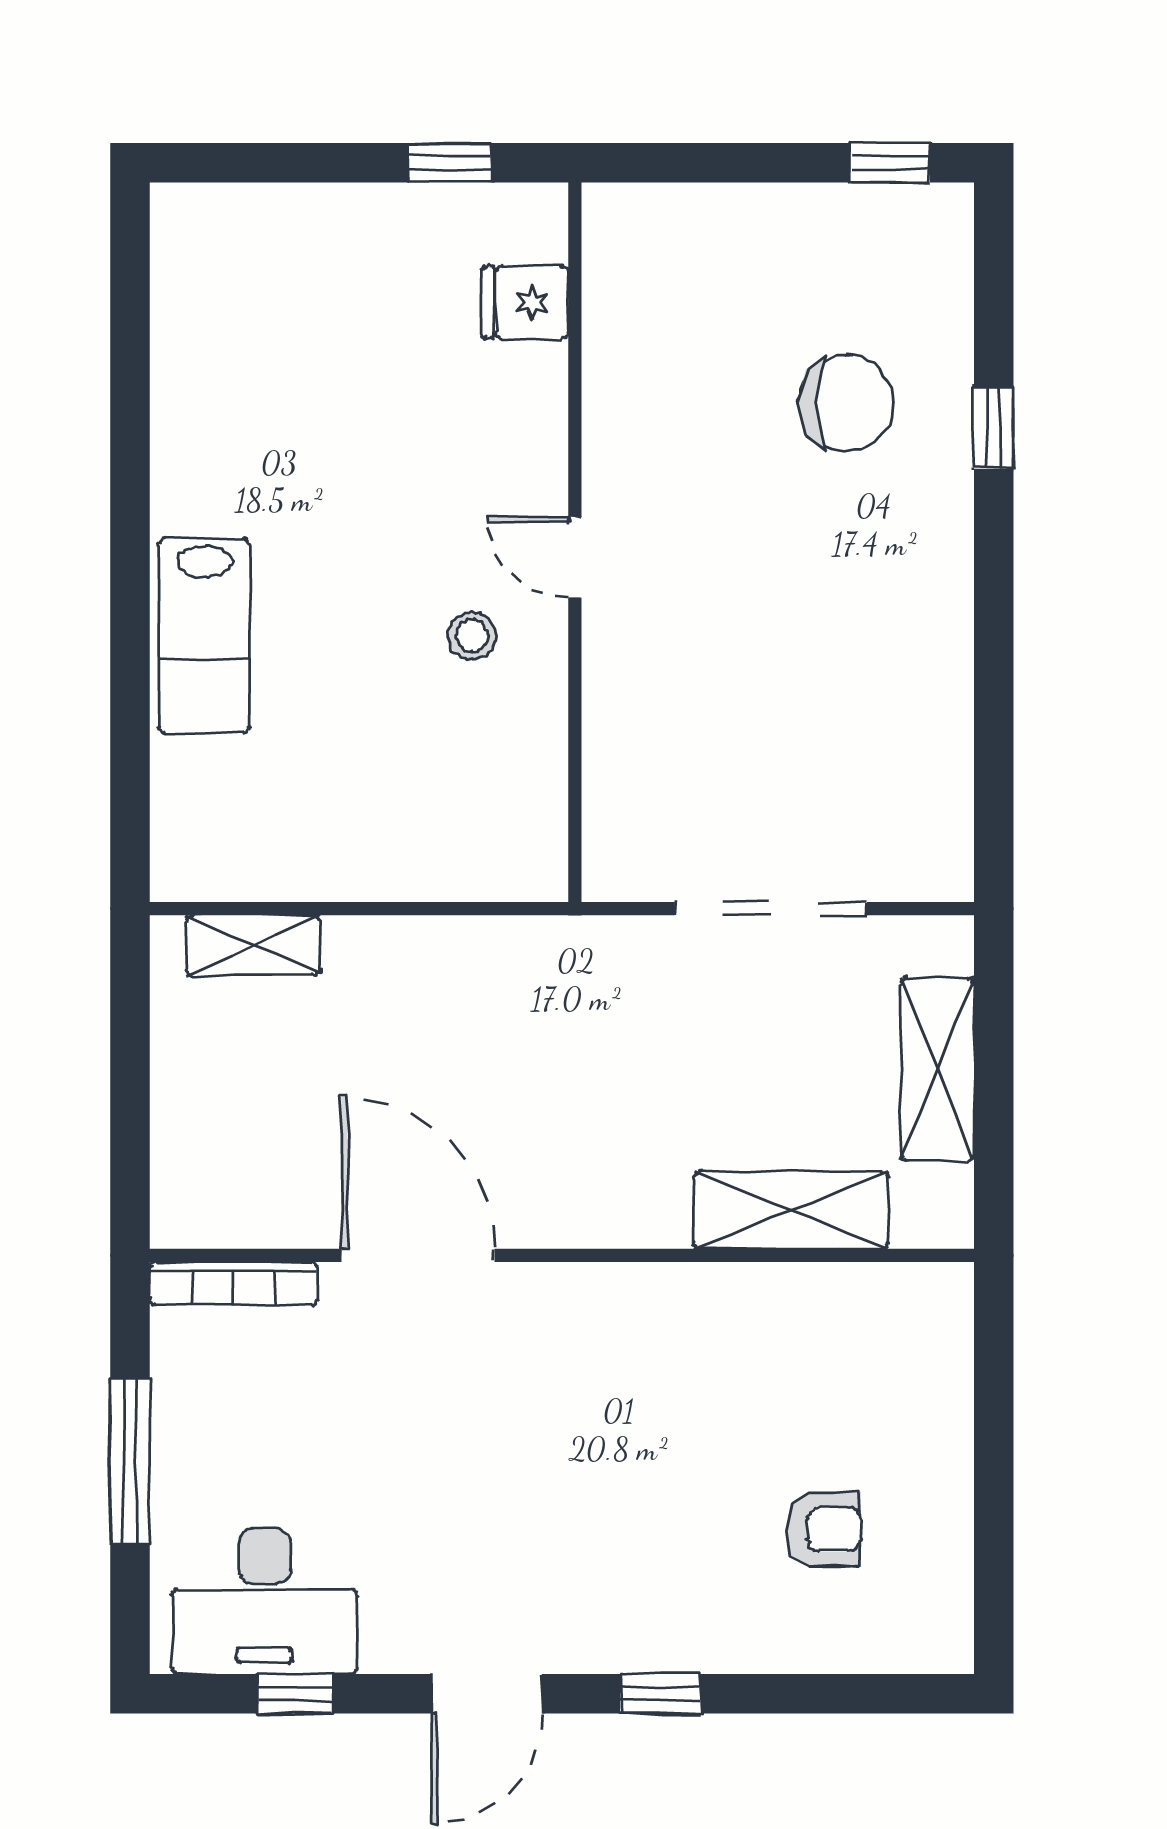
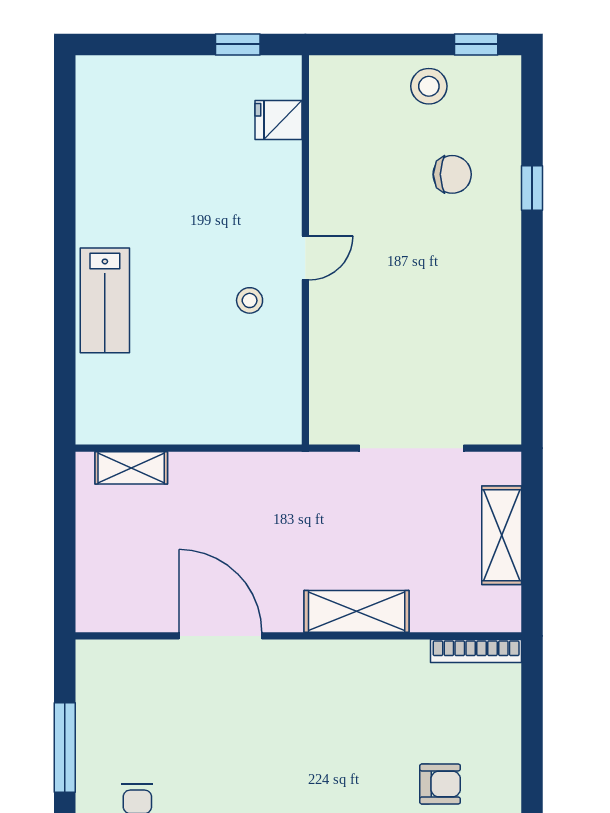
stool: (803, 240) -> (429, 86), added
chair: (846, 403) -> (452, 174), width x0.73, depth x0.73
door: (575, 557) -> (305, 258), swing flipped
shelving: (791, 1210) -> (357, 611), moved
bookcase: (234, 1283) -> (476, 651), moved

